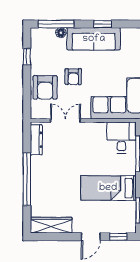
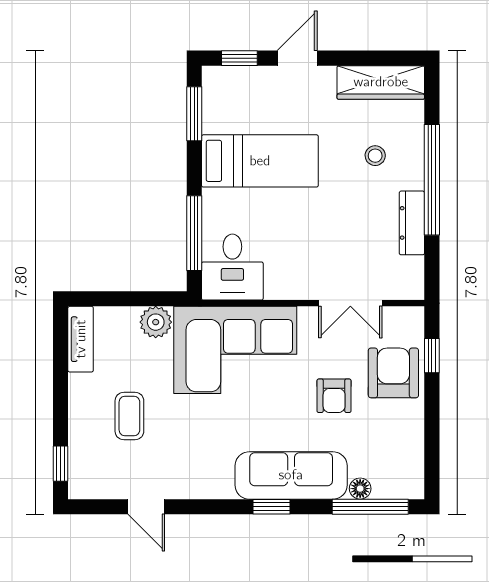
window: (27, 57) -> (432, 356), moved
armchair: (73, 77) -> (334, 396), turned 180
dresser: (36, 140) -> (412, 223), moved
stool: (54, 191) -> (375, 156), added

